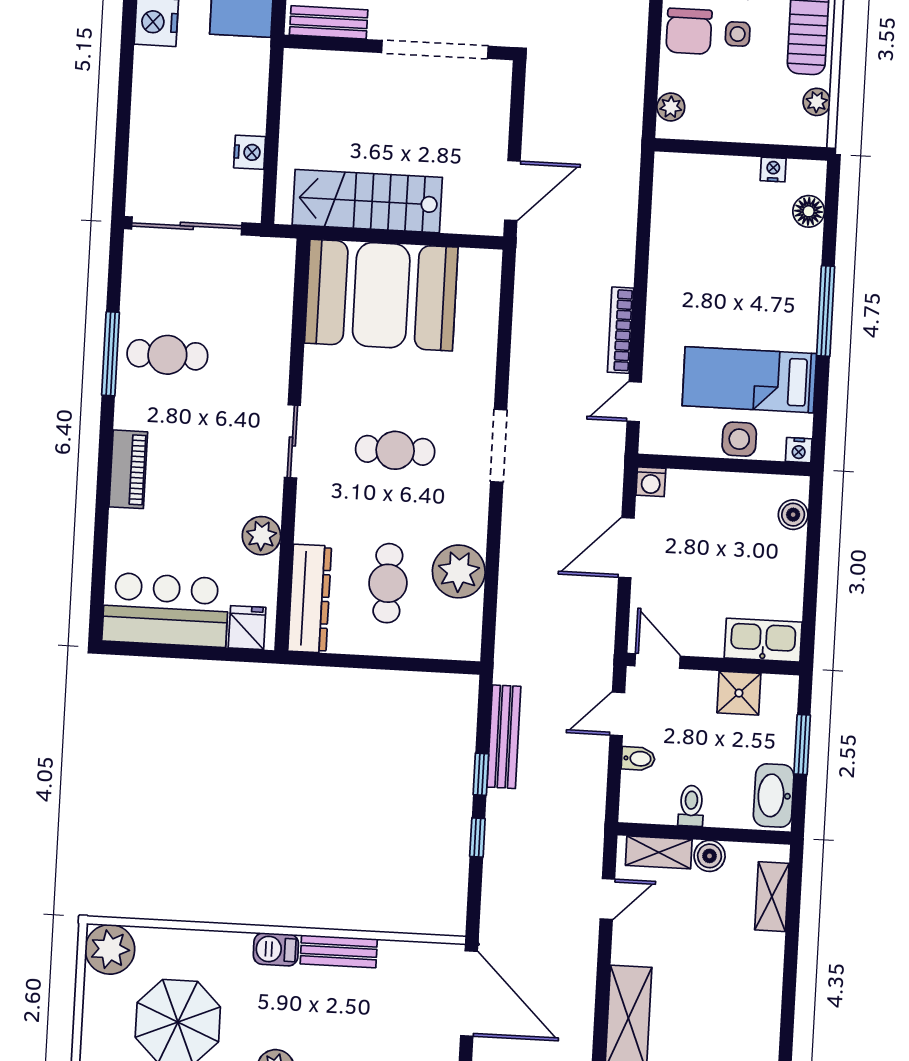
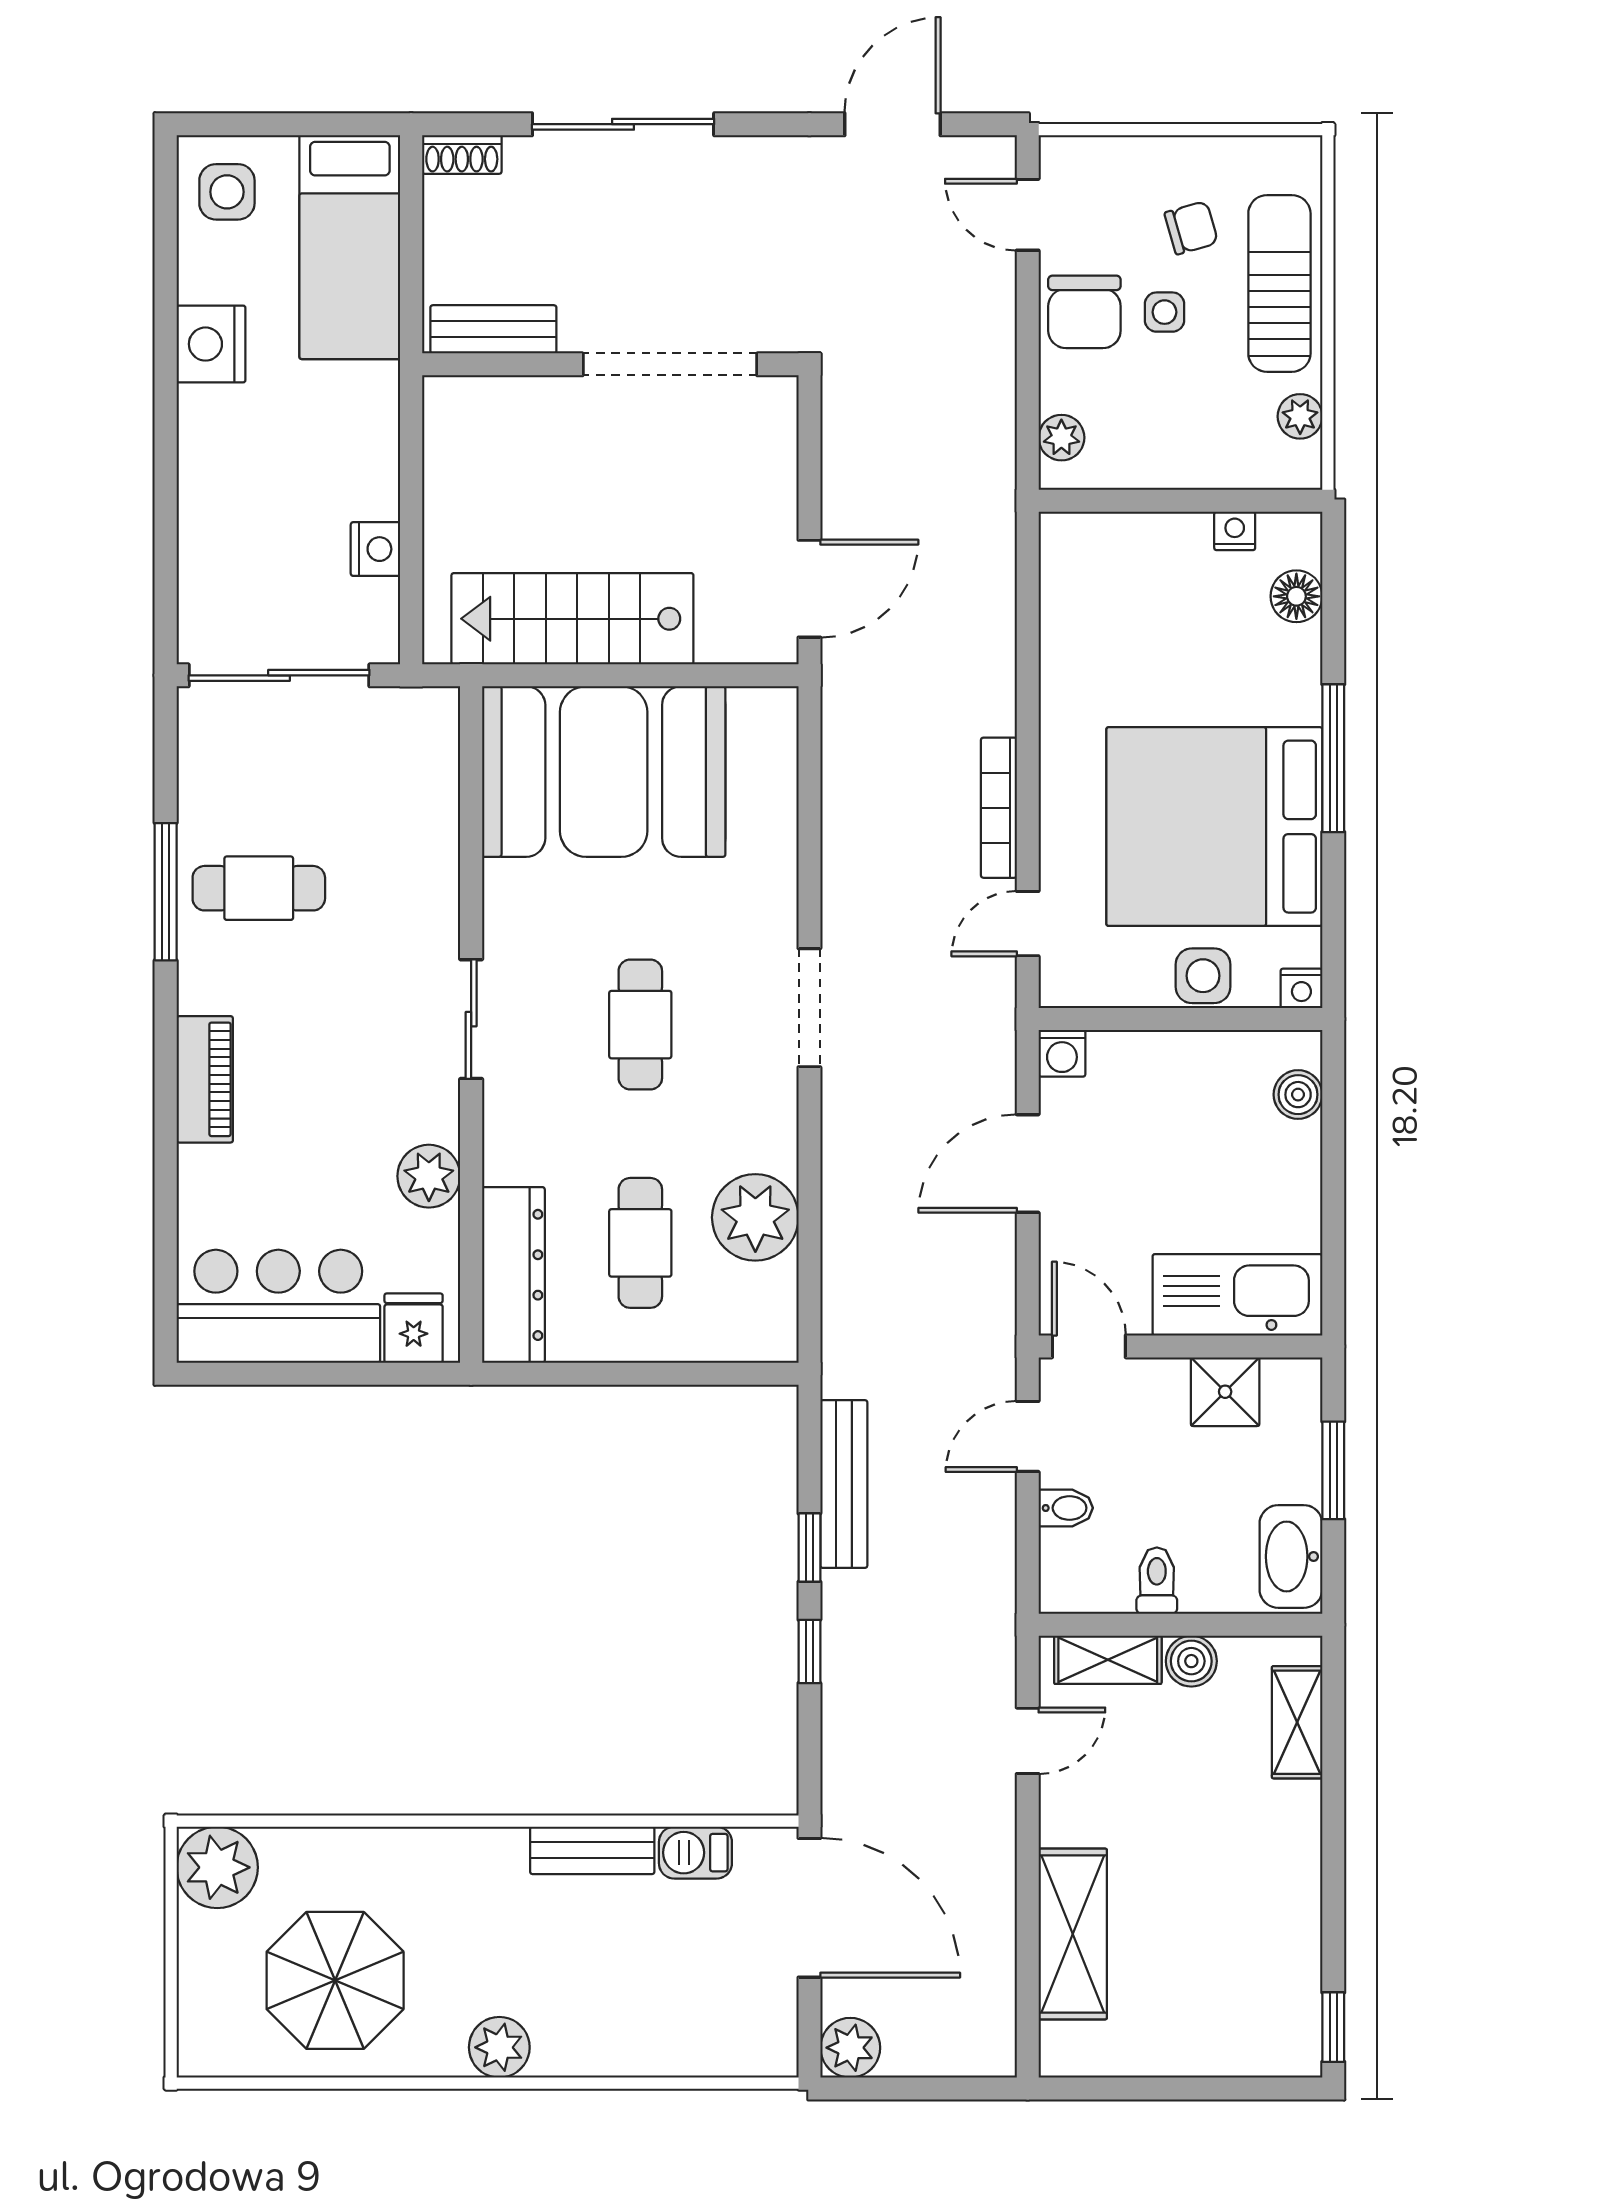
bed: (749, 380) -> (1214, 827), width x2.04
cafe table: (395, 450) -> (640, 1025), turned 90
kitchen sink: (763, 640) -> (1237, 1295), width x1.36, depth x1.24
barbecue: (276, 949) -> (695, 1853), moved

